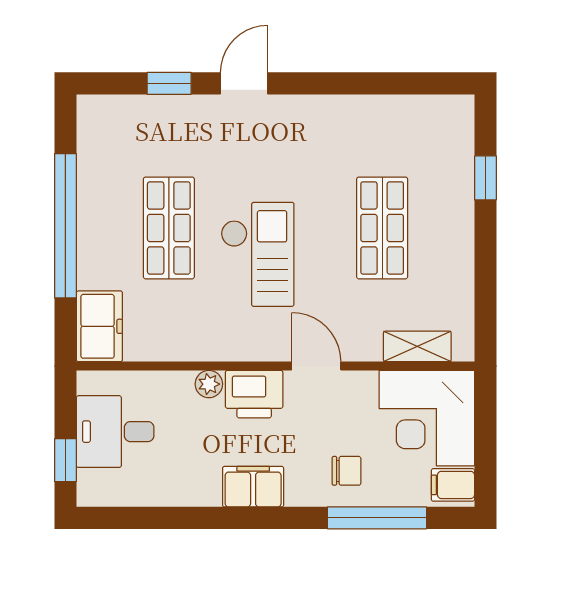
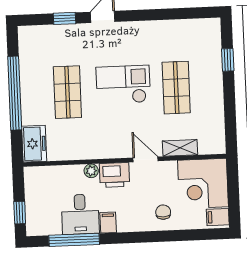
checkout: (257, 254) -> (123, 85), moved, turned -90
shelving: (417, 346) -> (180, 148), moved
desk: (115, 432) -> (80, 214), moved, turned -90
chair: (346, 471) -> (163, 212), turned -90
filing cabinet: (253, 487) -> (108, 223), width x0.50
window: (377, 518) -> (74, 240), moved

